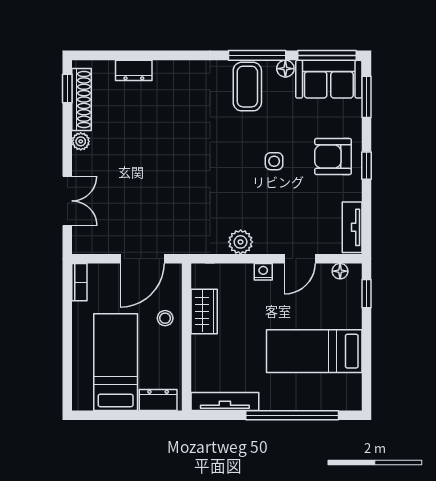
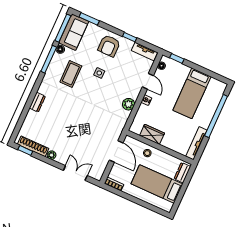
dresser: (134, 70) -> (37, 102), moved
coffee table: (247, 87) -> (71, 74), moved, turned 90
window: (366, 166) -> (130, 37), moved

